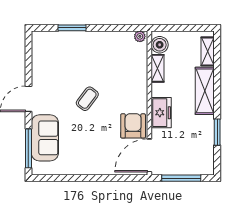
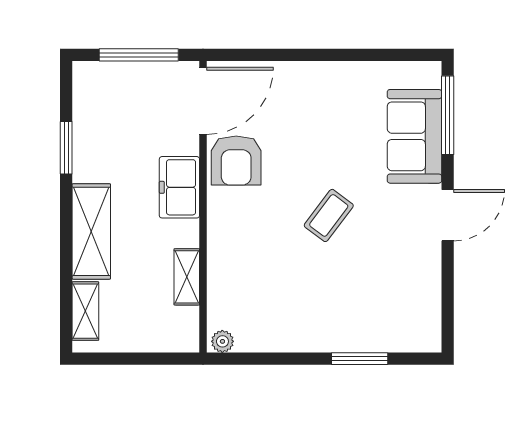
boiler: (160, 45) -> (183, 325), removed

